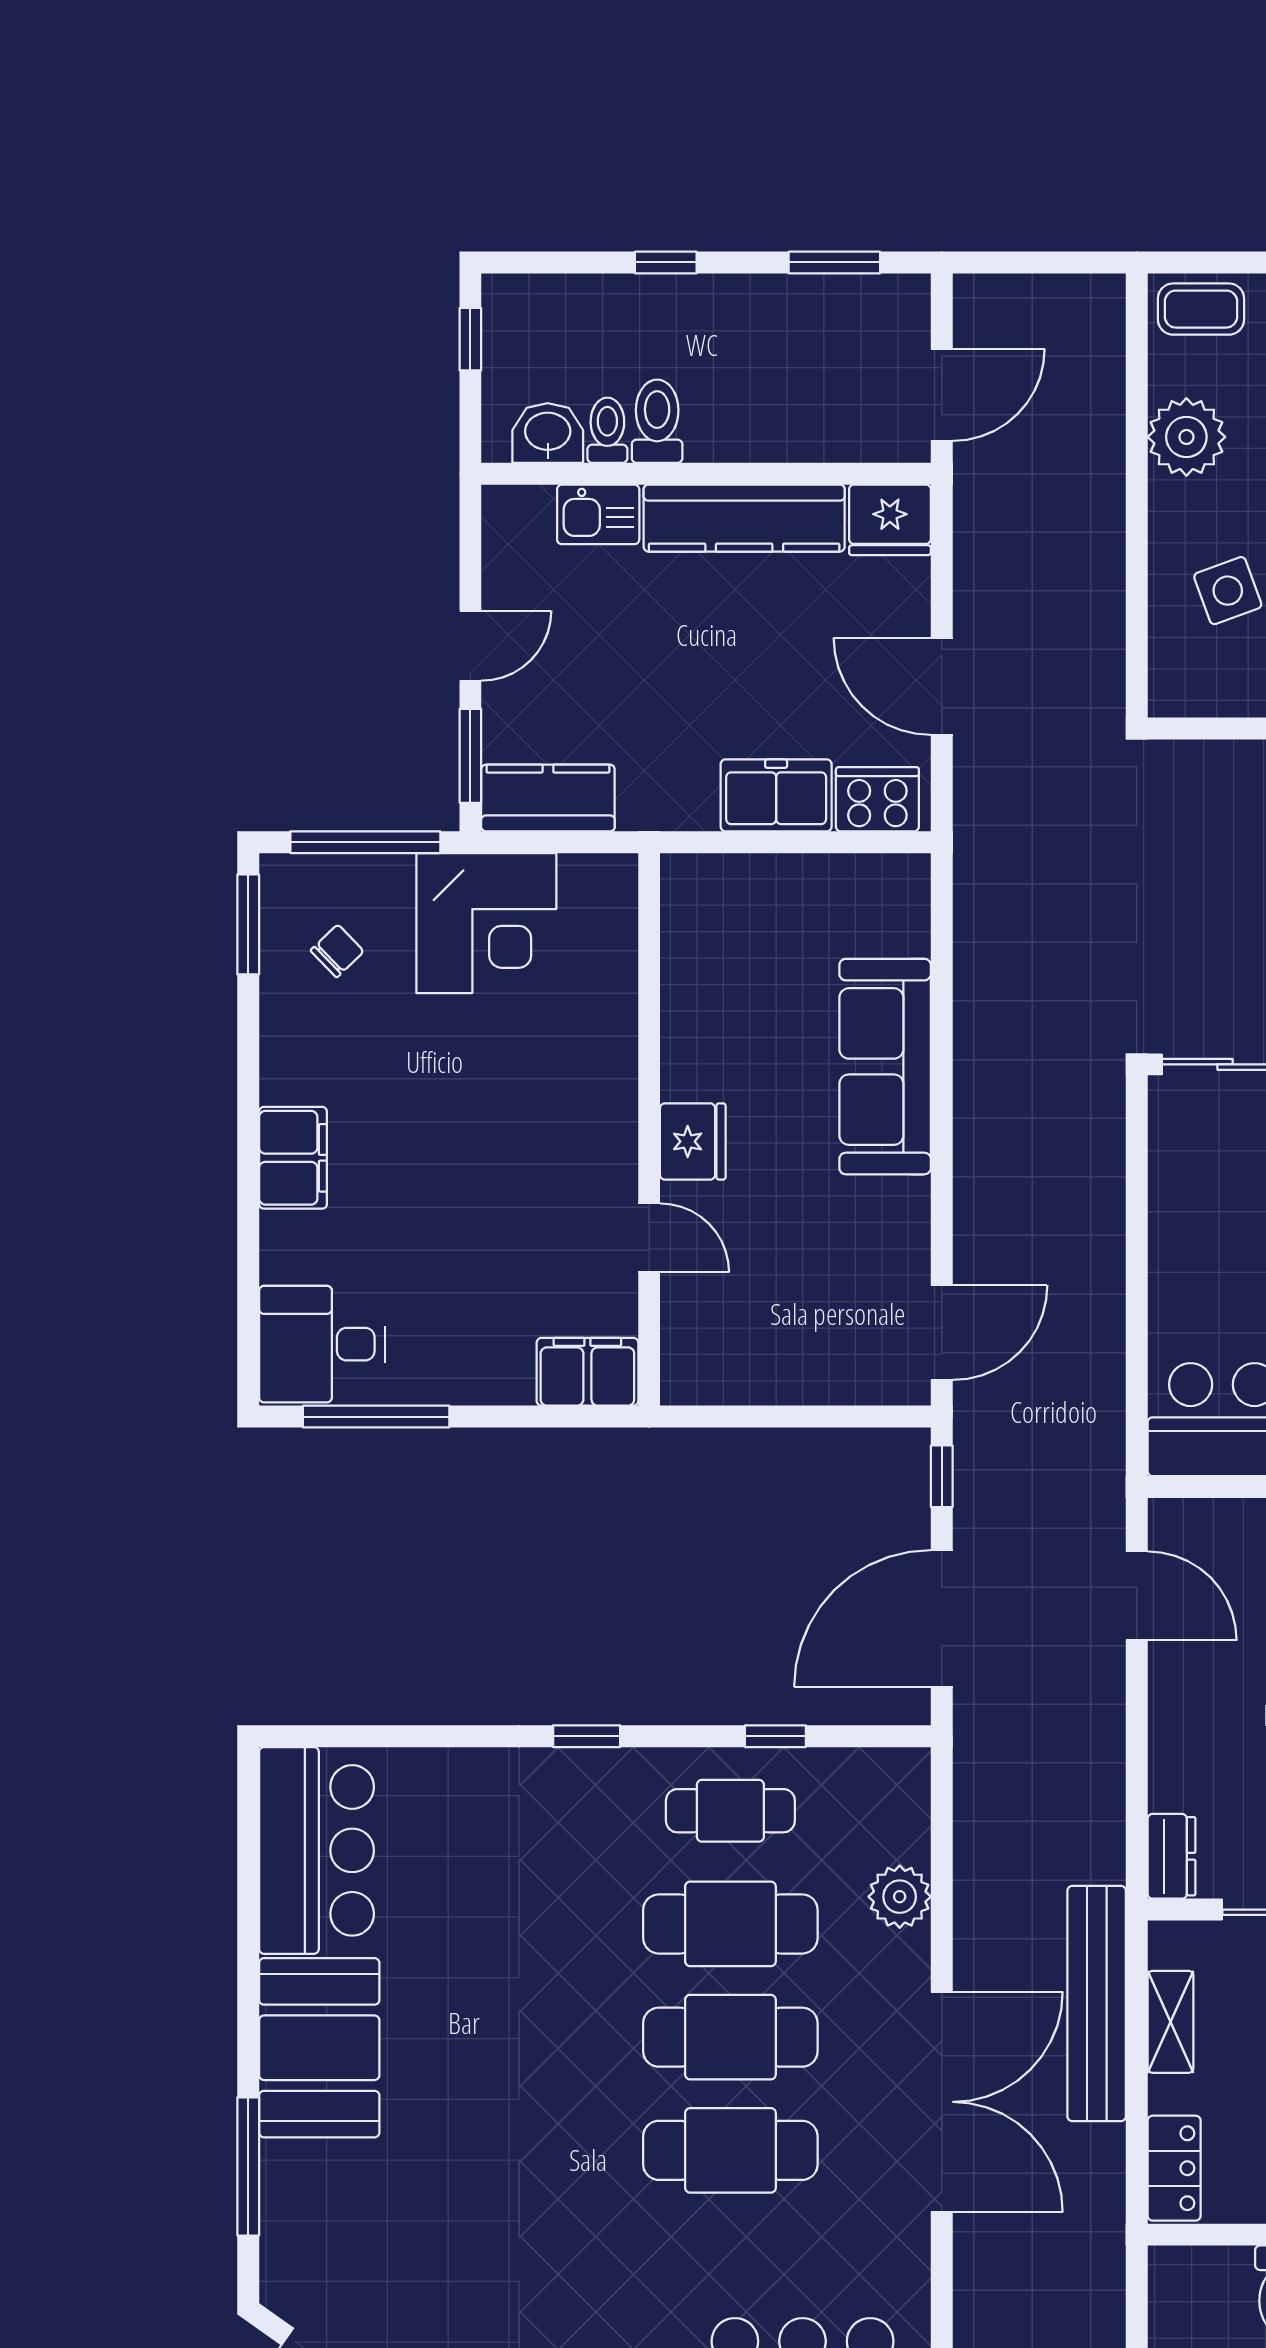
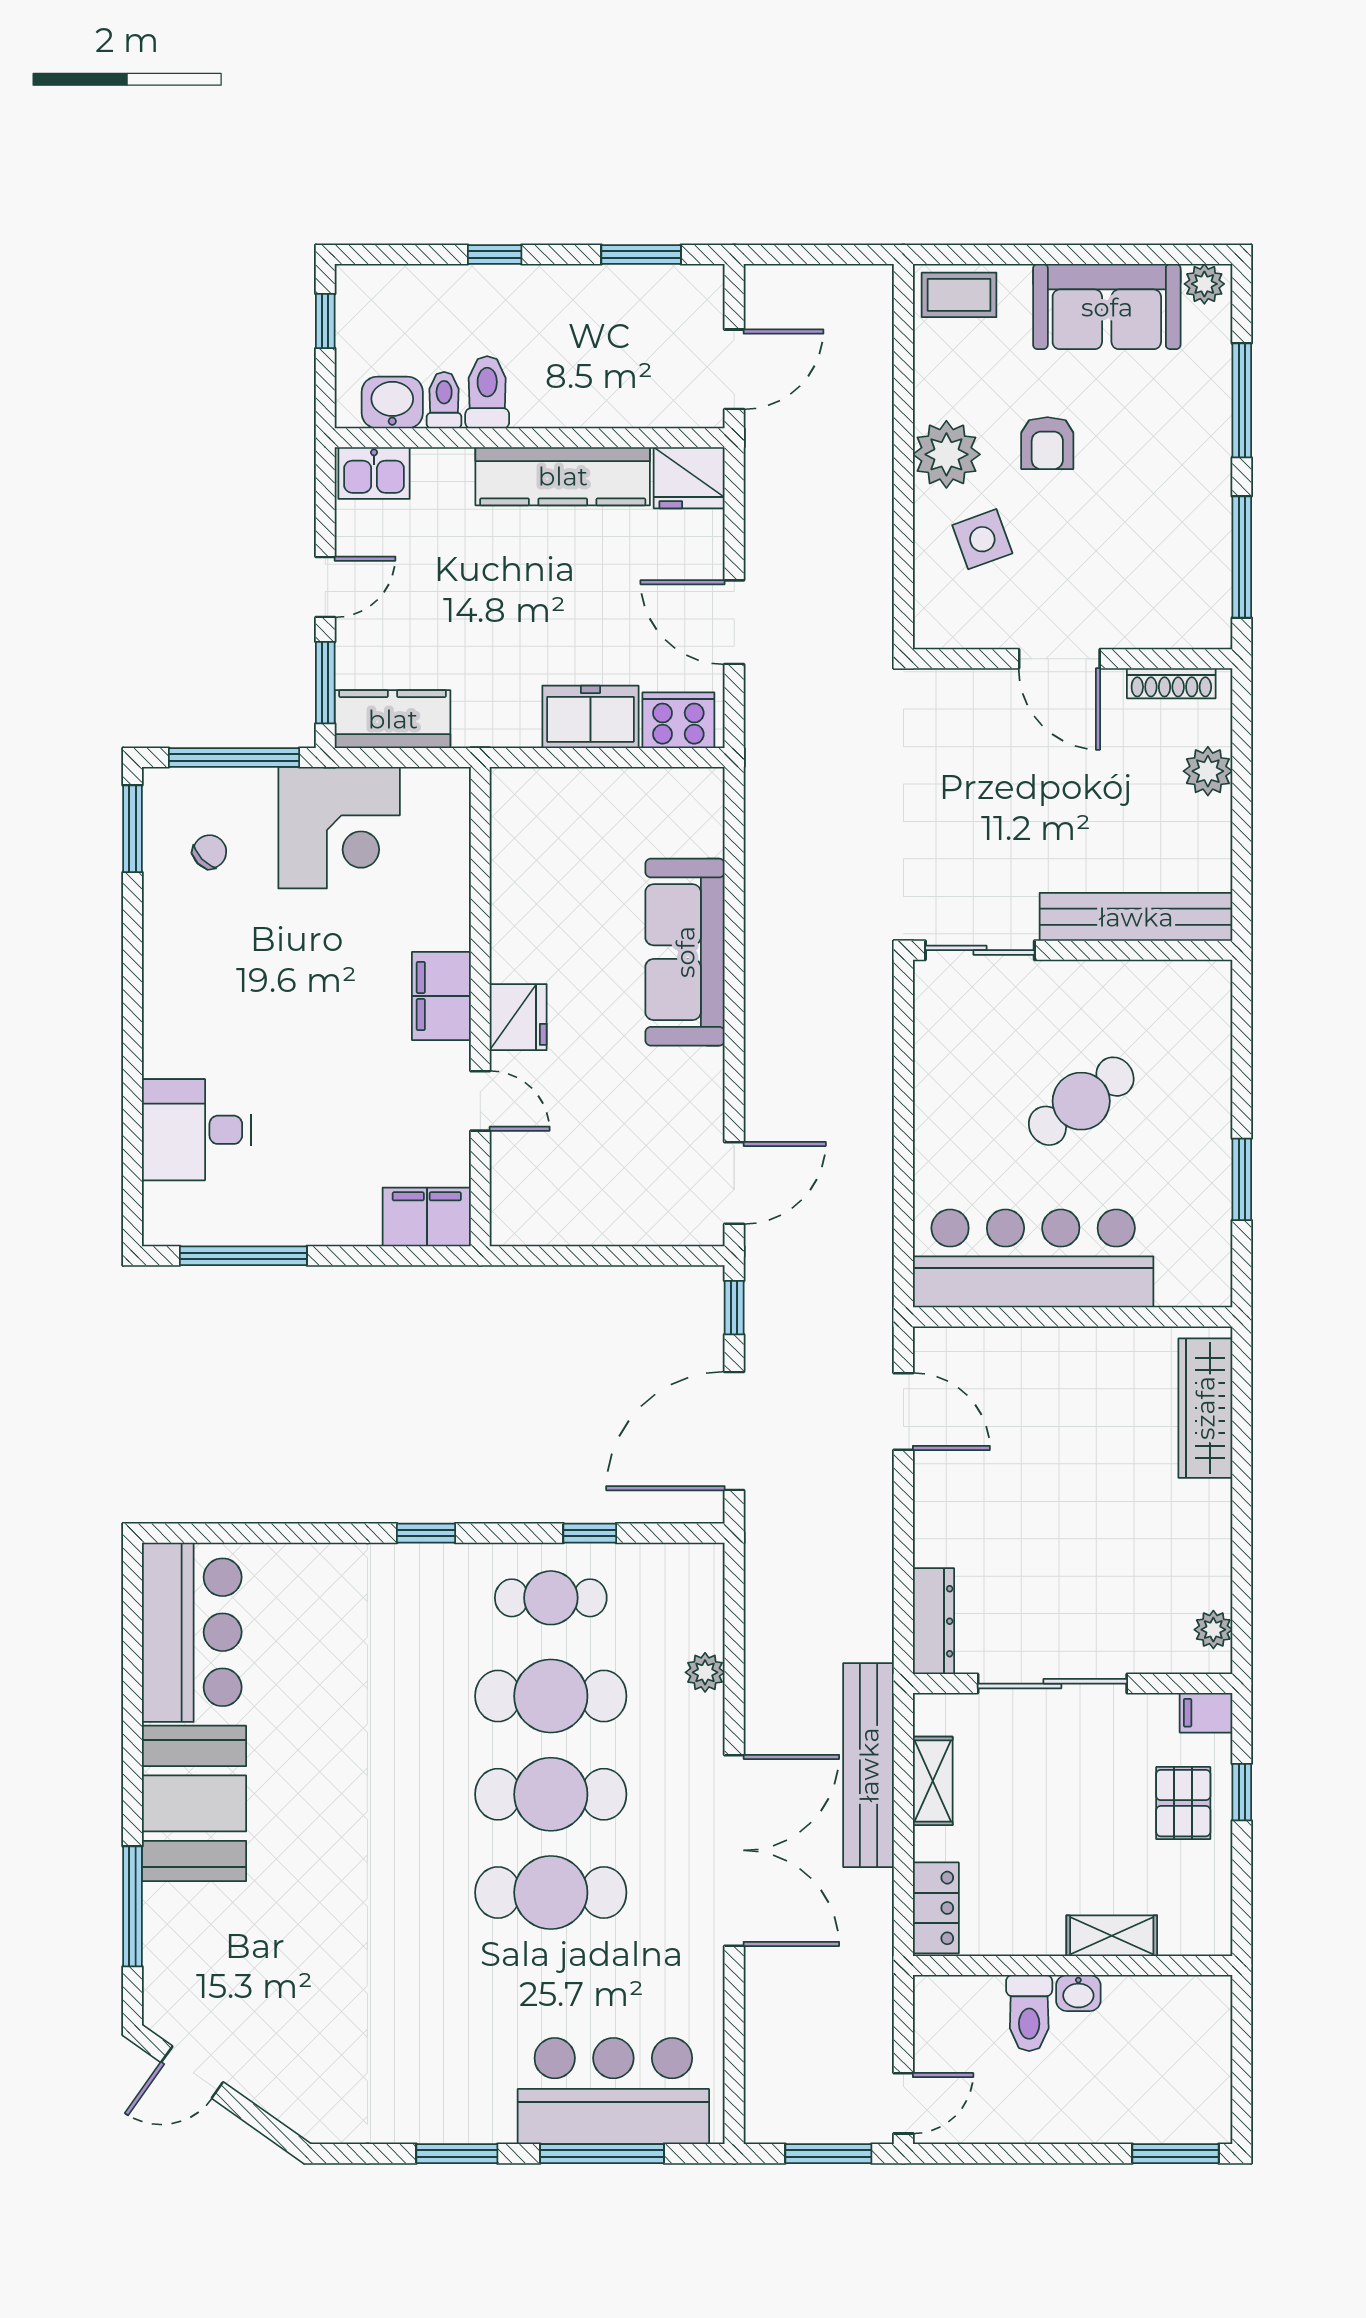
plant: (1186, 437) -> (946, 454), moved
kitchen sink: (598, 514) -> (374, 473), moved
filing cabinet: (293, 1158) -> (441, 996), moved, turned 180
desk: (322, 1344) -> (196, 1130), moved
dresser: (1171, 1856) -> (933, 1621), width x1.44
plant: (900, 1897) -> (705, 1672), width x0.73, depth x0.73

